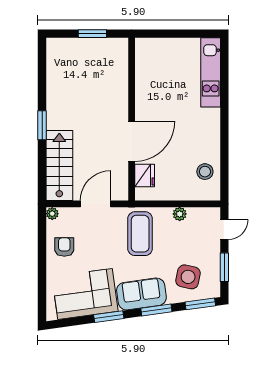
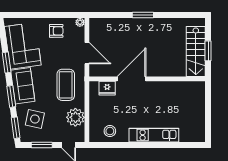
kitchen unit: (211, 72) -> (154, 135), moved
door: (132, 141) -> (132, 79), swing flipped
stairs: (59, 166) -> (196, 51), moved, turned 90
plant: (180, 214) -> (75, 117), width x1.88, depth x1.88
coffee table: (140, 234) -> (66, 85), turned 90

